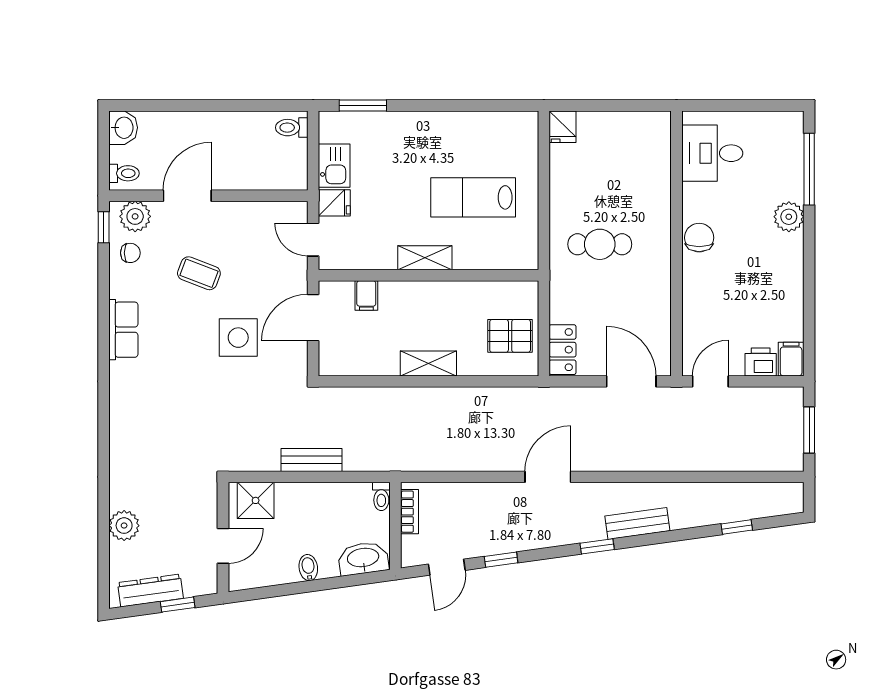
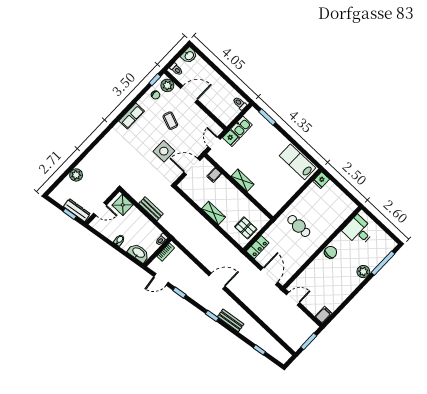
lab bench: (473, 197) -> (297, 162), moved
printer: (761, 362) -> (314, 307), removed
dresser: (150, 590) -> (77, 210), moved

